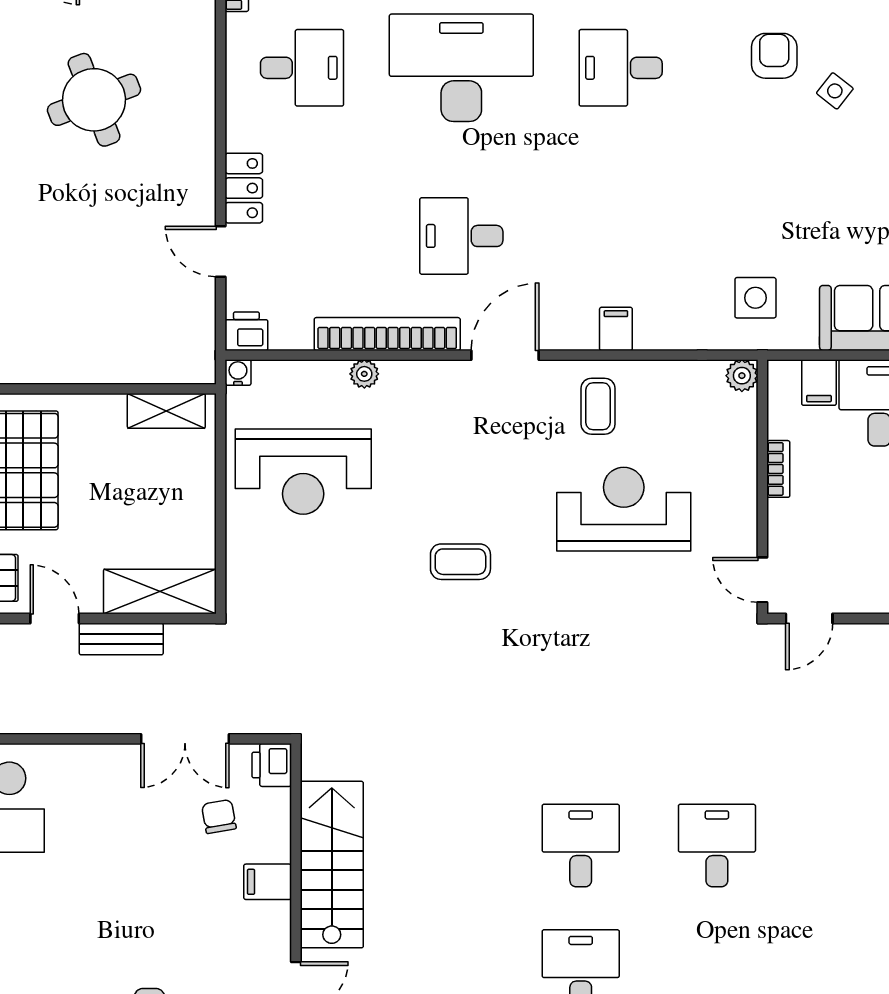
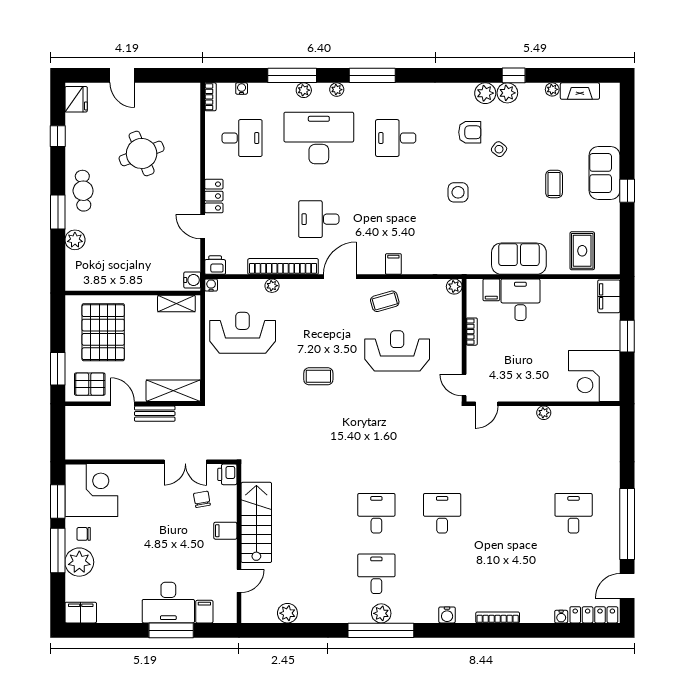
armchair: (774, 56) -> (470, 132), turned 90
side table: (755, 298) -> (458, 192), moved
water cooler: (199, 362) -> (192, 280), added
coffee table: (598, 406) -> (385, 301), turned 74
reception desk: (303, 472) -> (243, 333), turned 180

